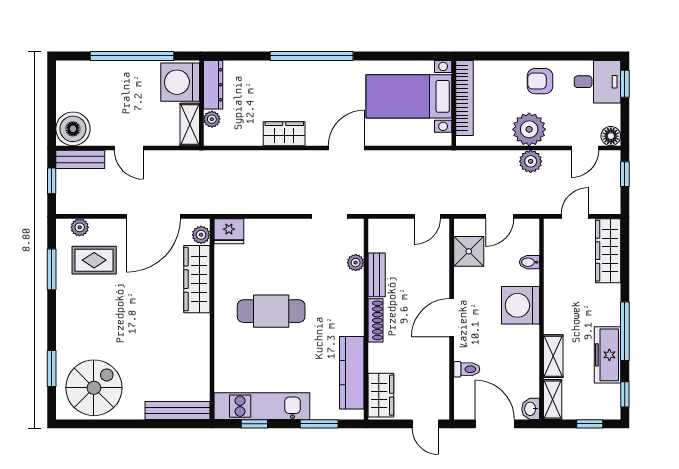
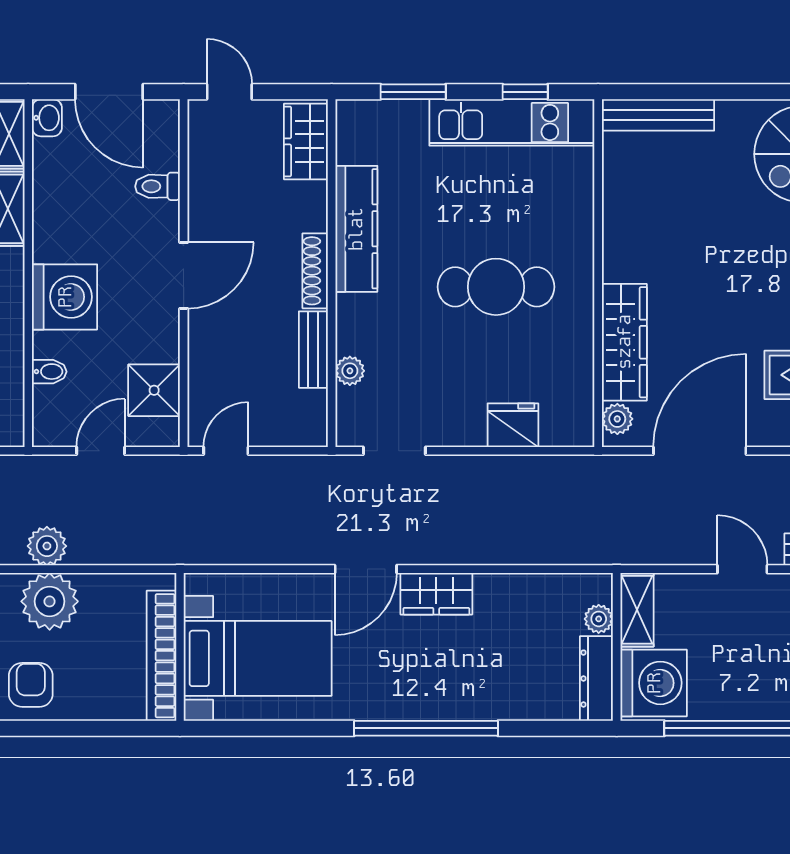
armchair: (540, 81) -> (31, 685), turned -90
wardrobe: (284, 134) -> (436, 594), moved
fridge: (229, 231) -> (513, 425), moved
kitchen counter: (352, 373) -> (356, 229), moved

